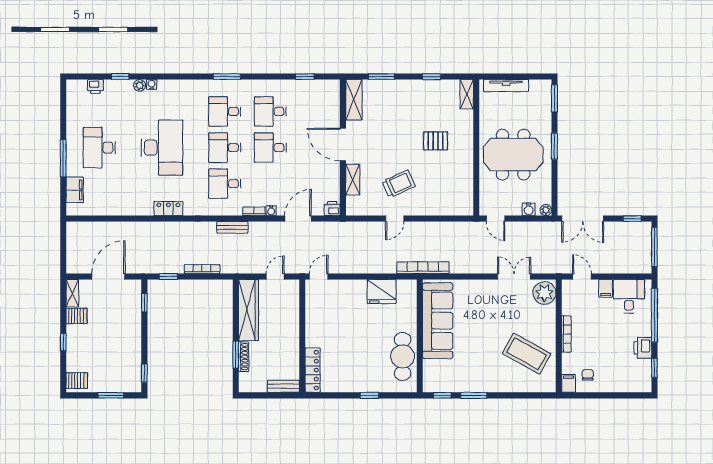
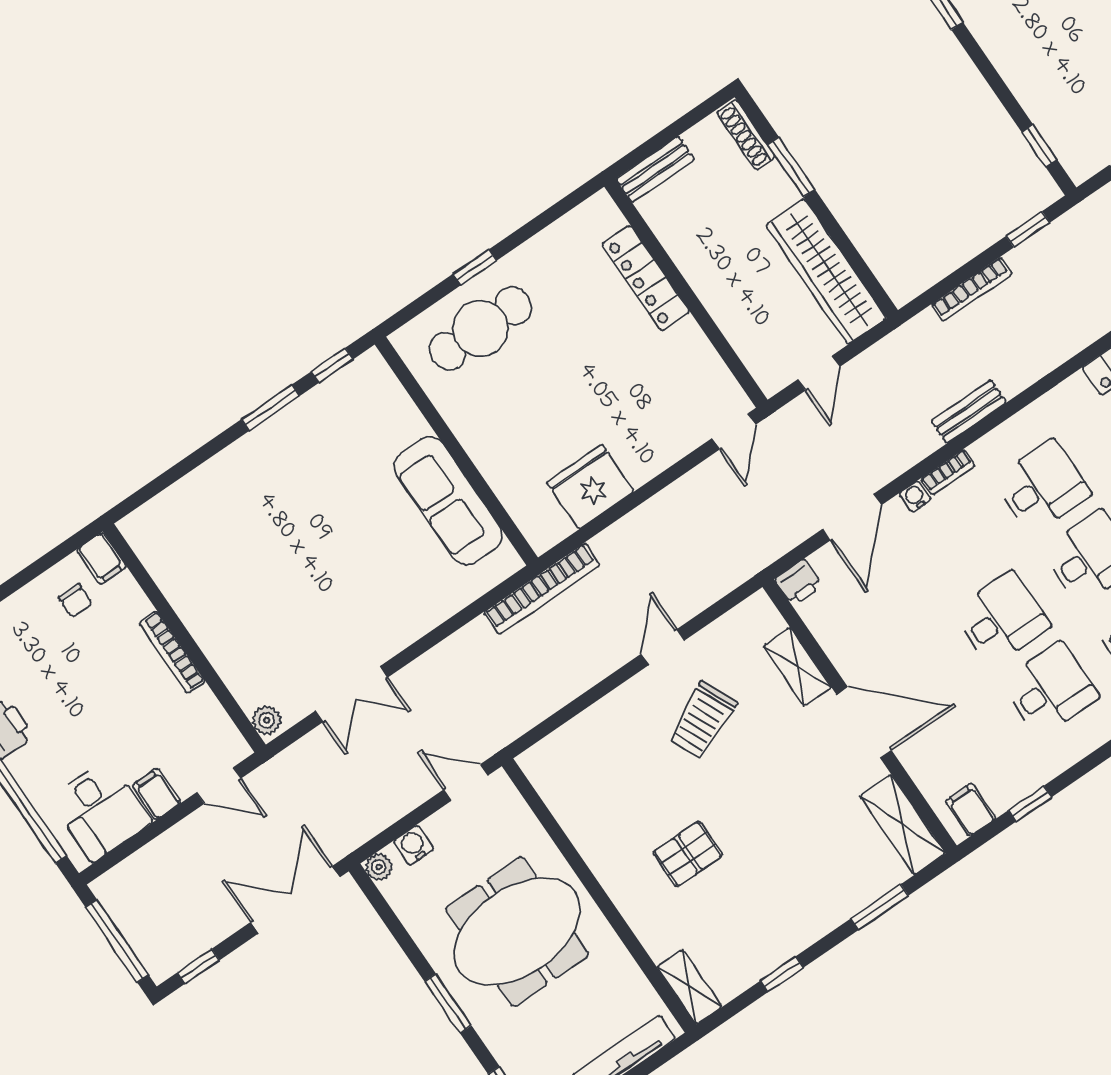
filing cabinet: (327, 89) -> (970, 810), added
plant: (544, 293) -> (267, 720), width x0.53, depth x0.53
sofa: (438, 321) -> (448, 501), width x0.74, depth x0.79
coffee table: (527, 354) -> (224, 560), removed
cafe table: (403, 356) -> (480, 328), moved, turned 90
shoe rack: (244, 357) -> (746, 135), moved
locker: (313, 370) -> (646, 278), moved

